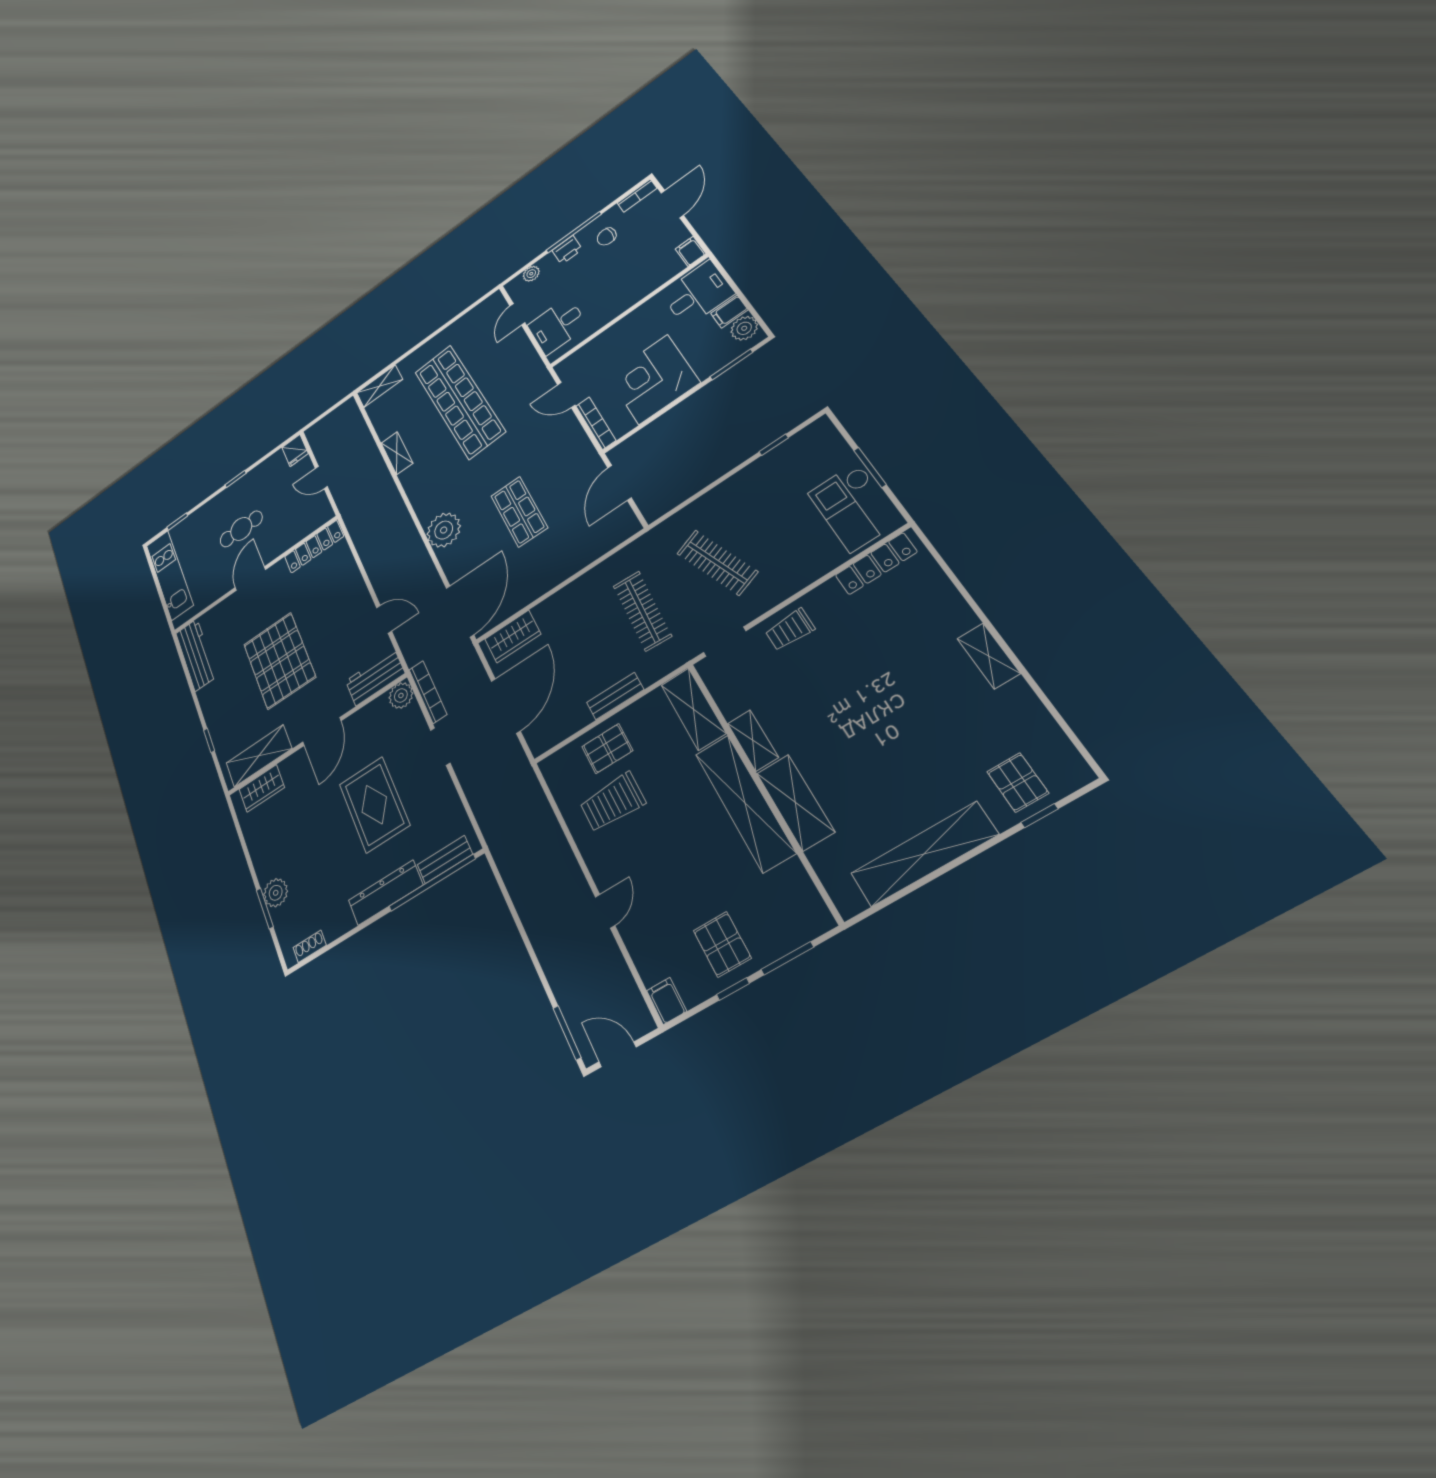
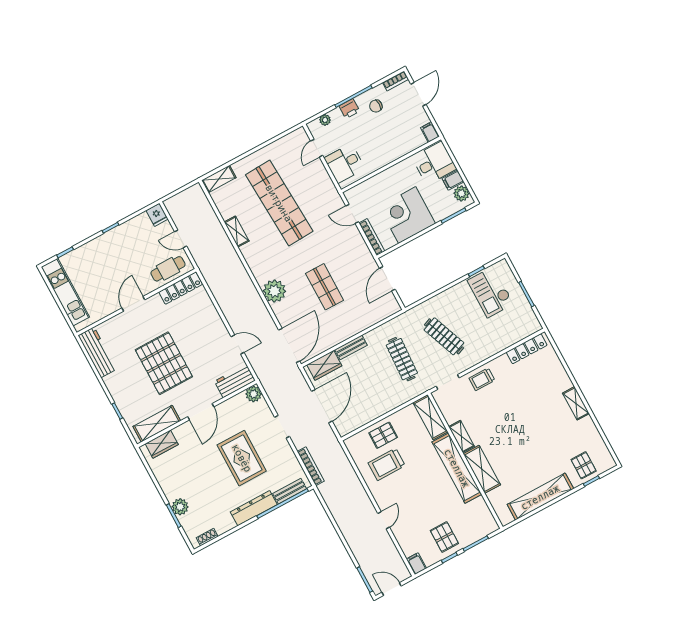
checkout: (854, 507) -> (491, 292), moved
cafe table: (241, 529) -> (168, 269), moved
bookcase: (428, 692) -> (311, 466), moved
bench: (615, 696) -> (351, 347), moved

